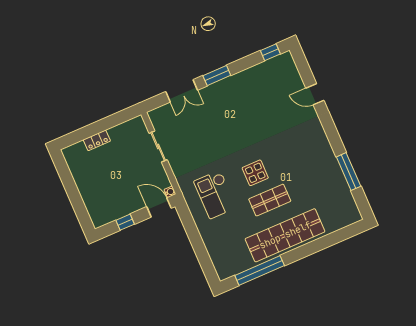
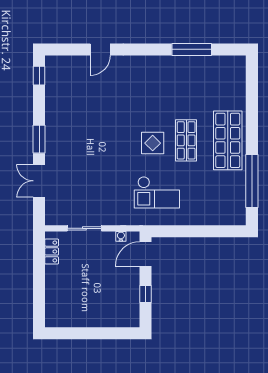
double door: (182, 91) -> (39, 181), swing flipped
locker: (97, 140) -> (52, 251), moved
water cooler: (170, 192) -> (121, 236), moved
shop shelf: (285, 235) -> (228, 140), width x0.71

